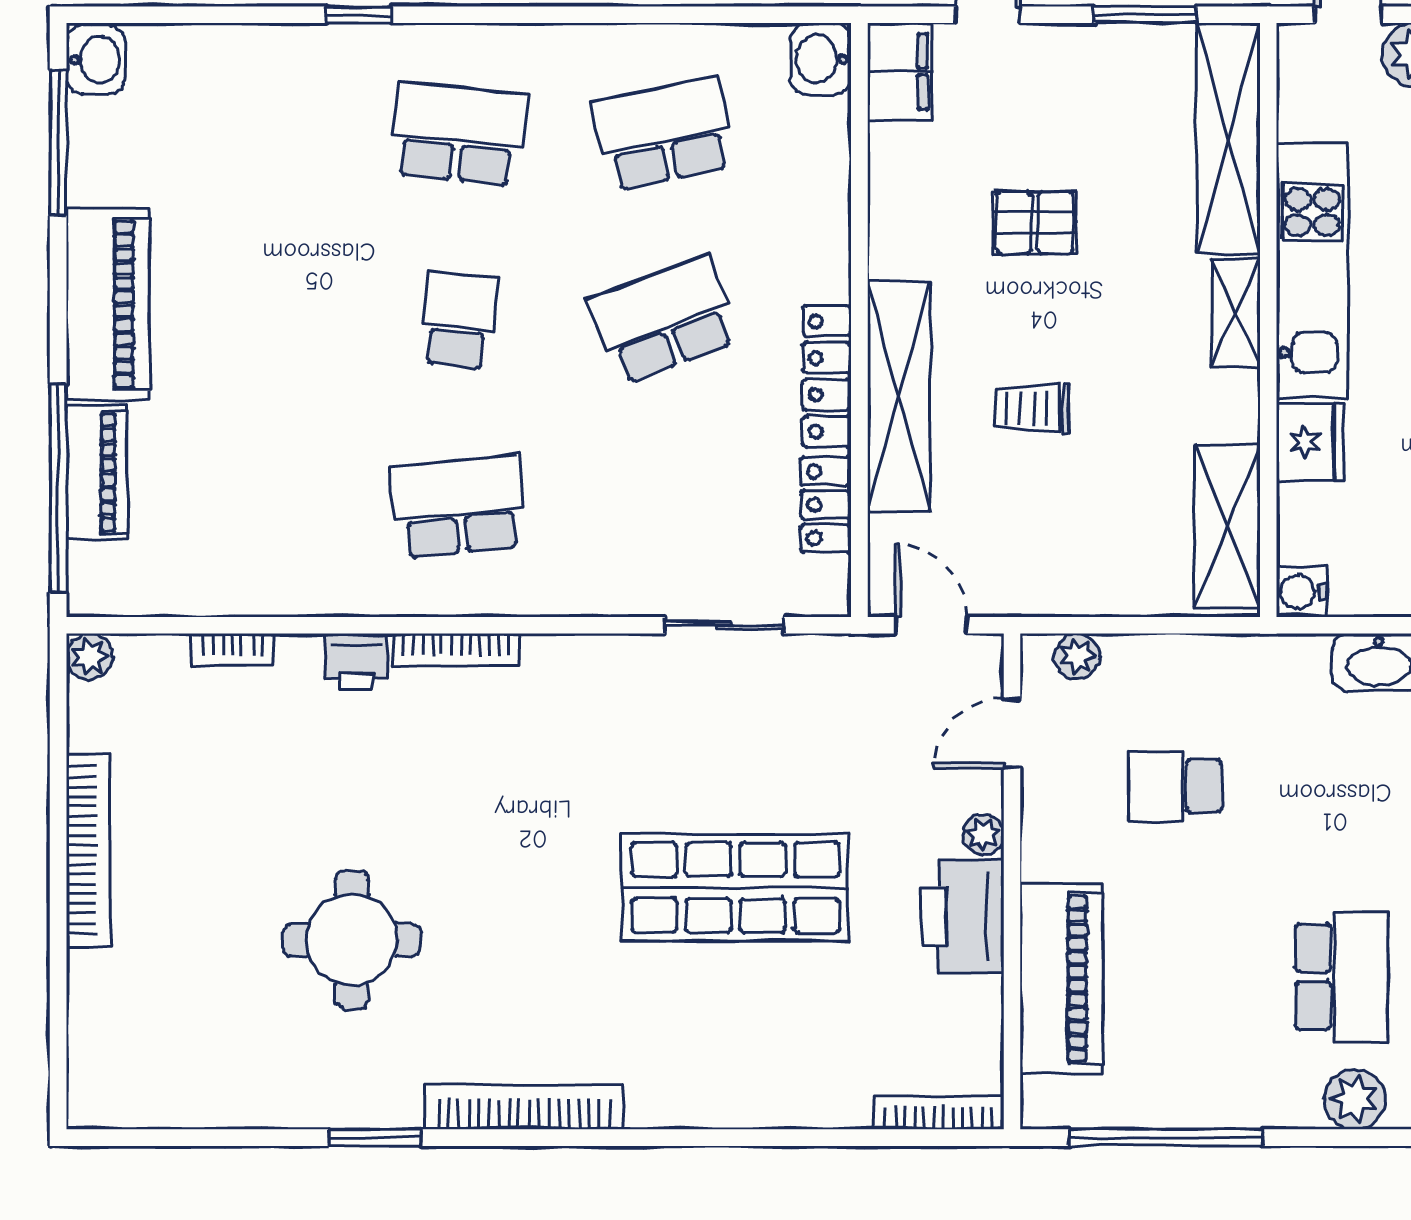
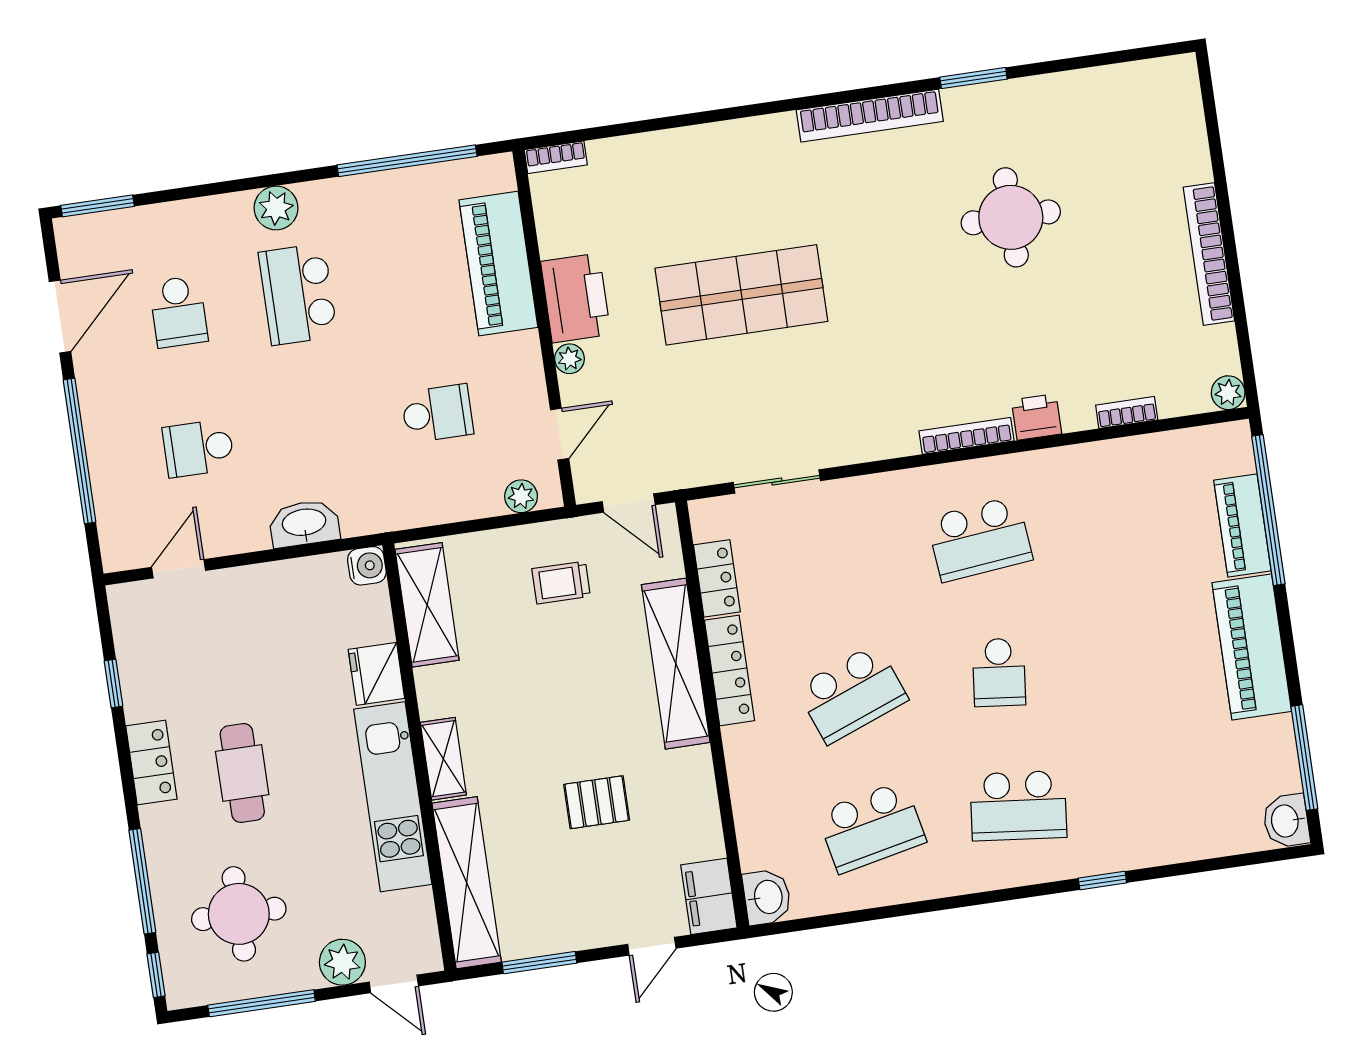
trolley: (1032, 408) -> (561, 583), moved, turned 180
bookcase: (938, 1113) -> (556, 157), width x0.64

